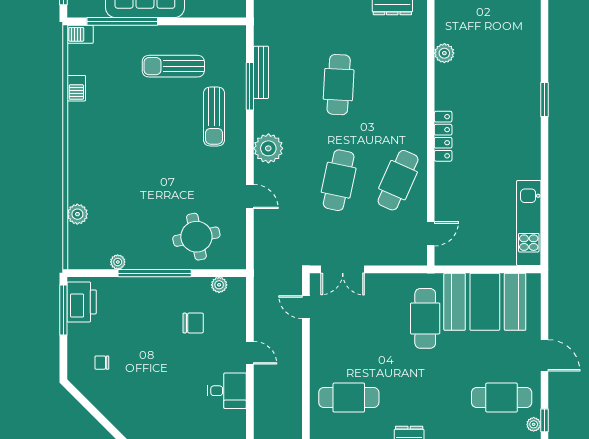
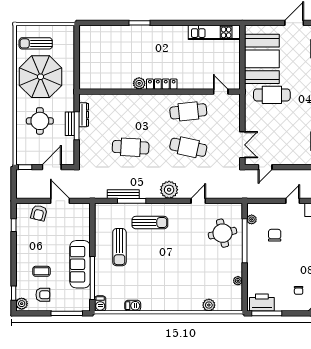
plant: (444, 53) -> (139, 83), moved
cafe table: (398, 180) -> (188, 111), turned -30
window: (155, 273) -> (245, 241), moved

